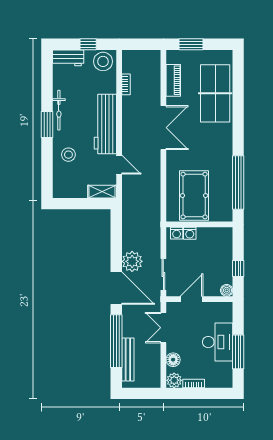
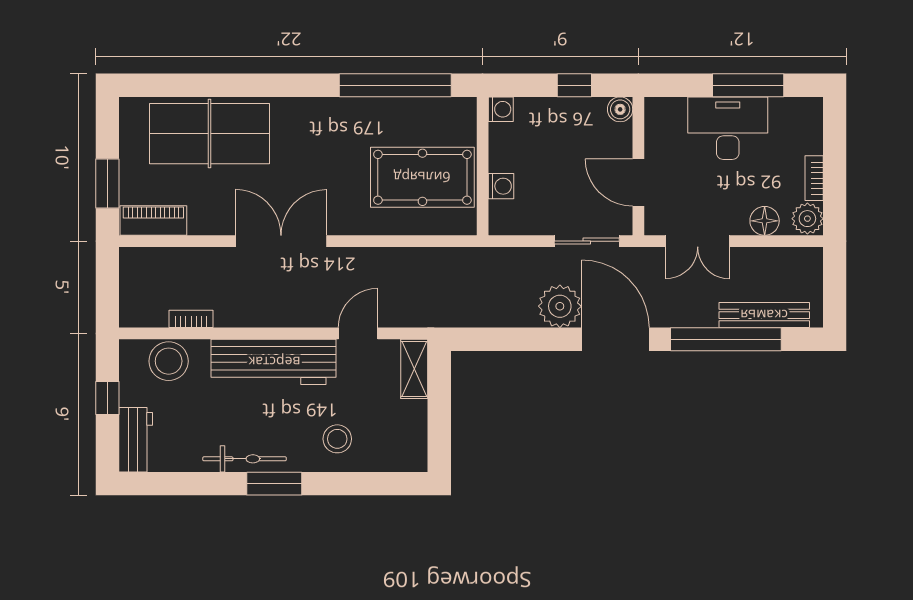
stool: (103, 61) -> (169, 361), moved
piano: (173, 80) -> (153, 220), moved
washing machine: (177, 233) -> (501, 109), moved
door: (116, 288) -> (615, 339), hinge flipped

